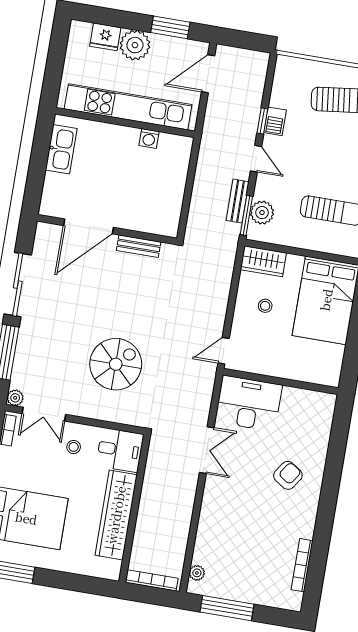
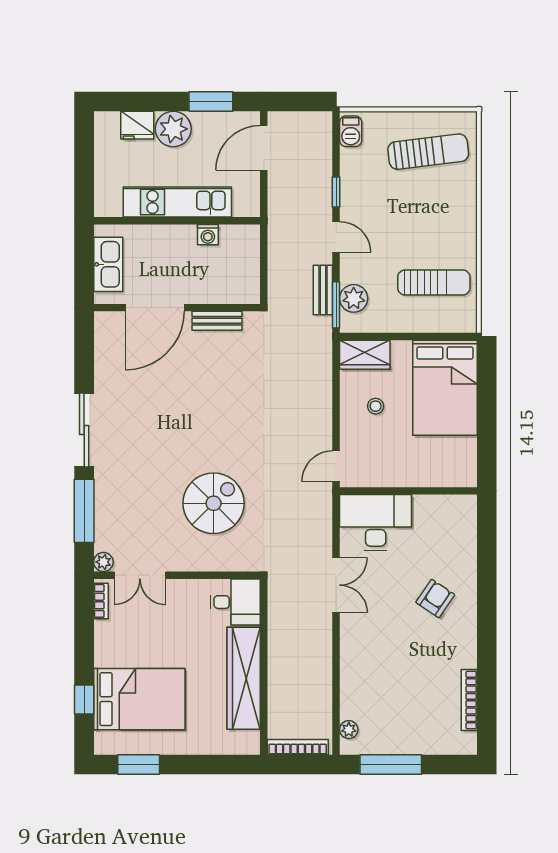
kitchen unit: (128, 107) -> (177, 202), width x0.73
barbecue: (275, 121) -> (351, 131), moved
door: (88, 226) -> (155, 308), moved
wall: (107, 230) -> (177, 308), moved
bench: (139, 246) -> (217, 321), moved
stool: (74, 447) -> (181, 608), removed

